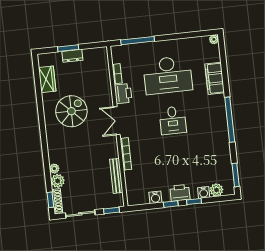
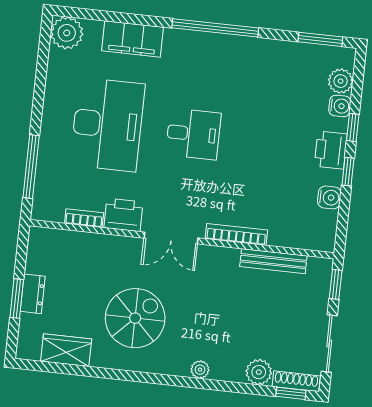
plant: (214, 39) -> (67, 33), width x1.88, depth x1.88
spiral stairs: (71, 111) -> (135, 318), turned 90
plant: (54, 169) -> (200, 370), moved

